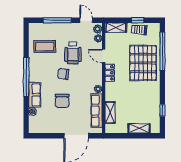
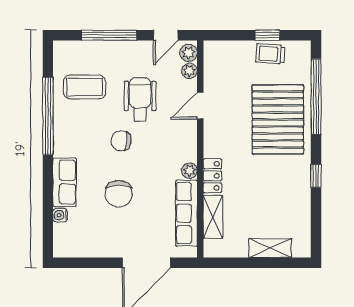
door: (86, 20) -> (166, 35), swing flipped
shelving: (116, 28) -> (224, 50), removed
wheelchair: (73, 53) -> (140, 99), turned 180
door: (104, 56) -> (200, 106), hinge flipped
locker: (110, 73) -> (212, 176), moved
window: (26, 77) -> (48, 116), moved
window: (162, 110) -> (316, 176), moved

